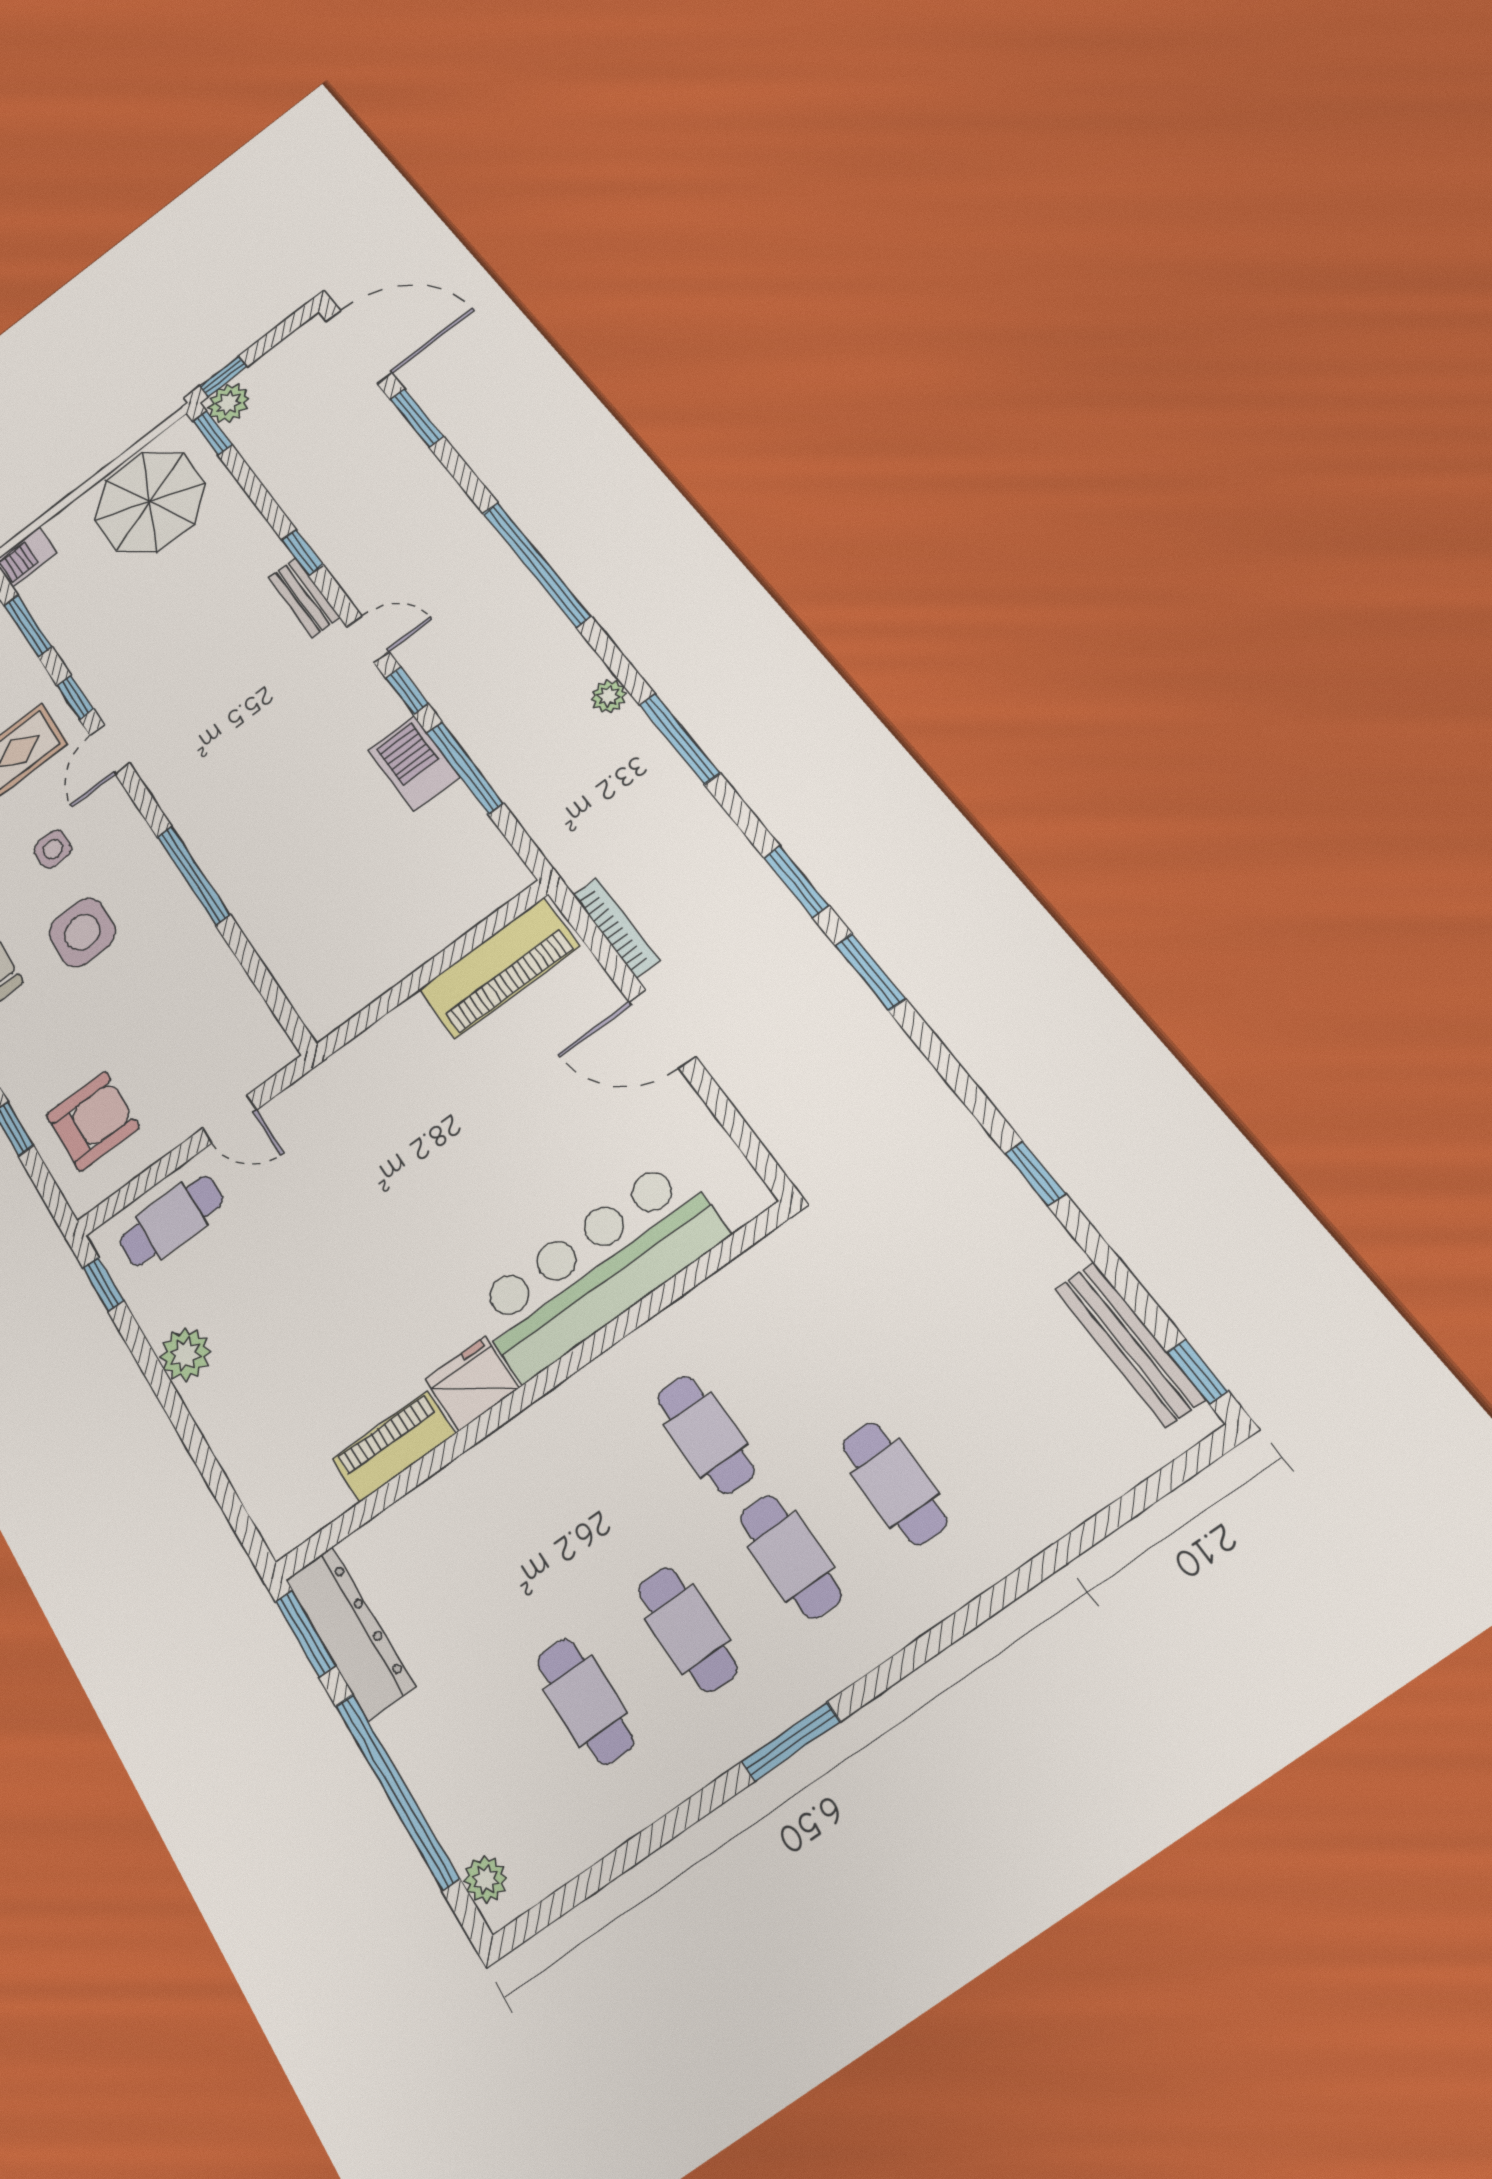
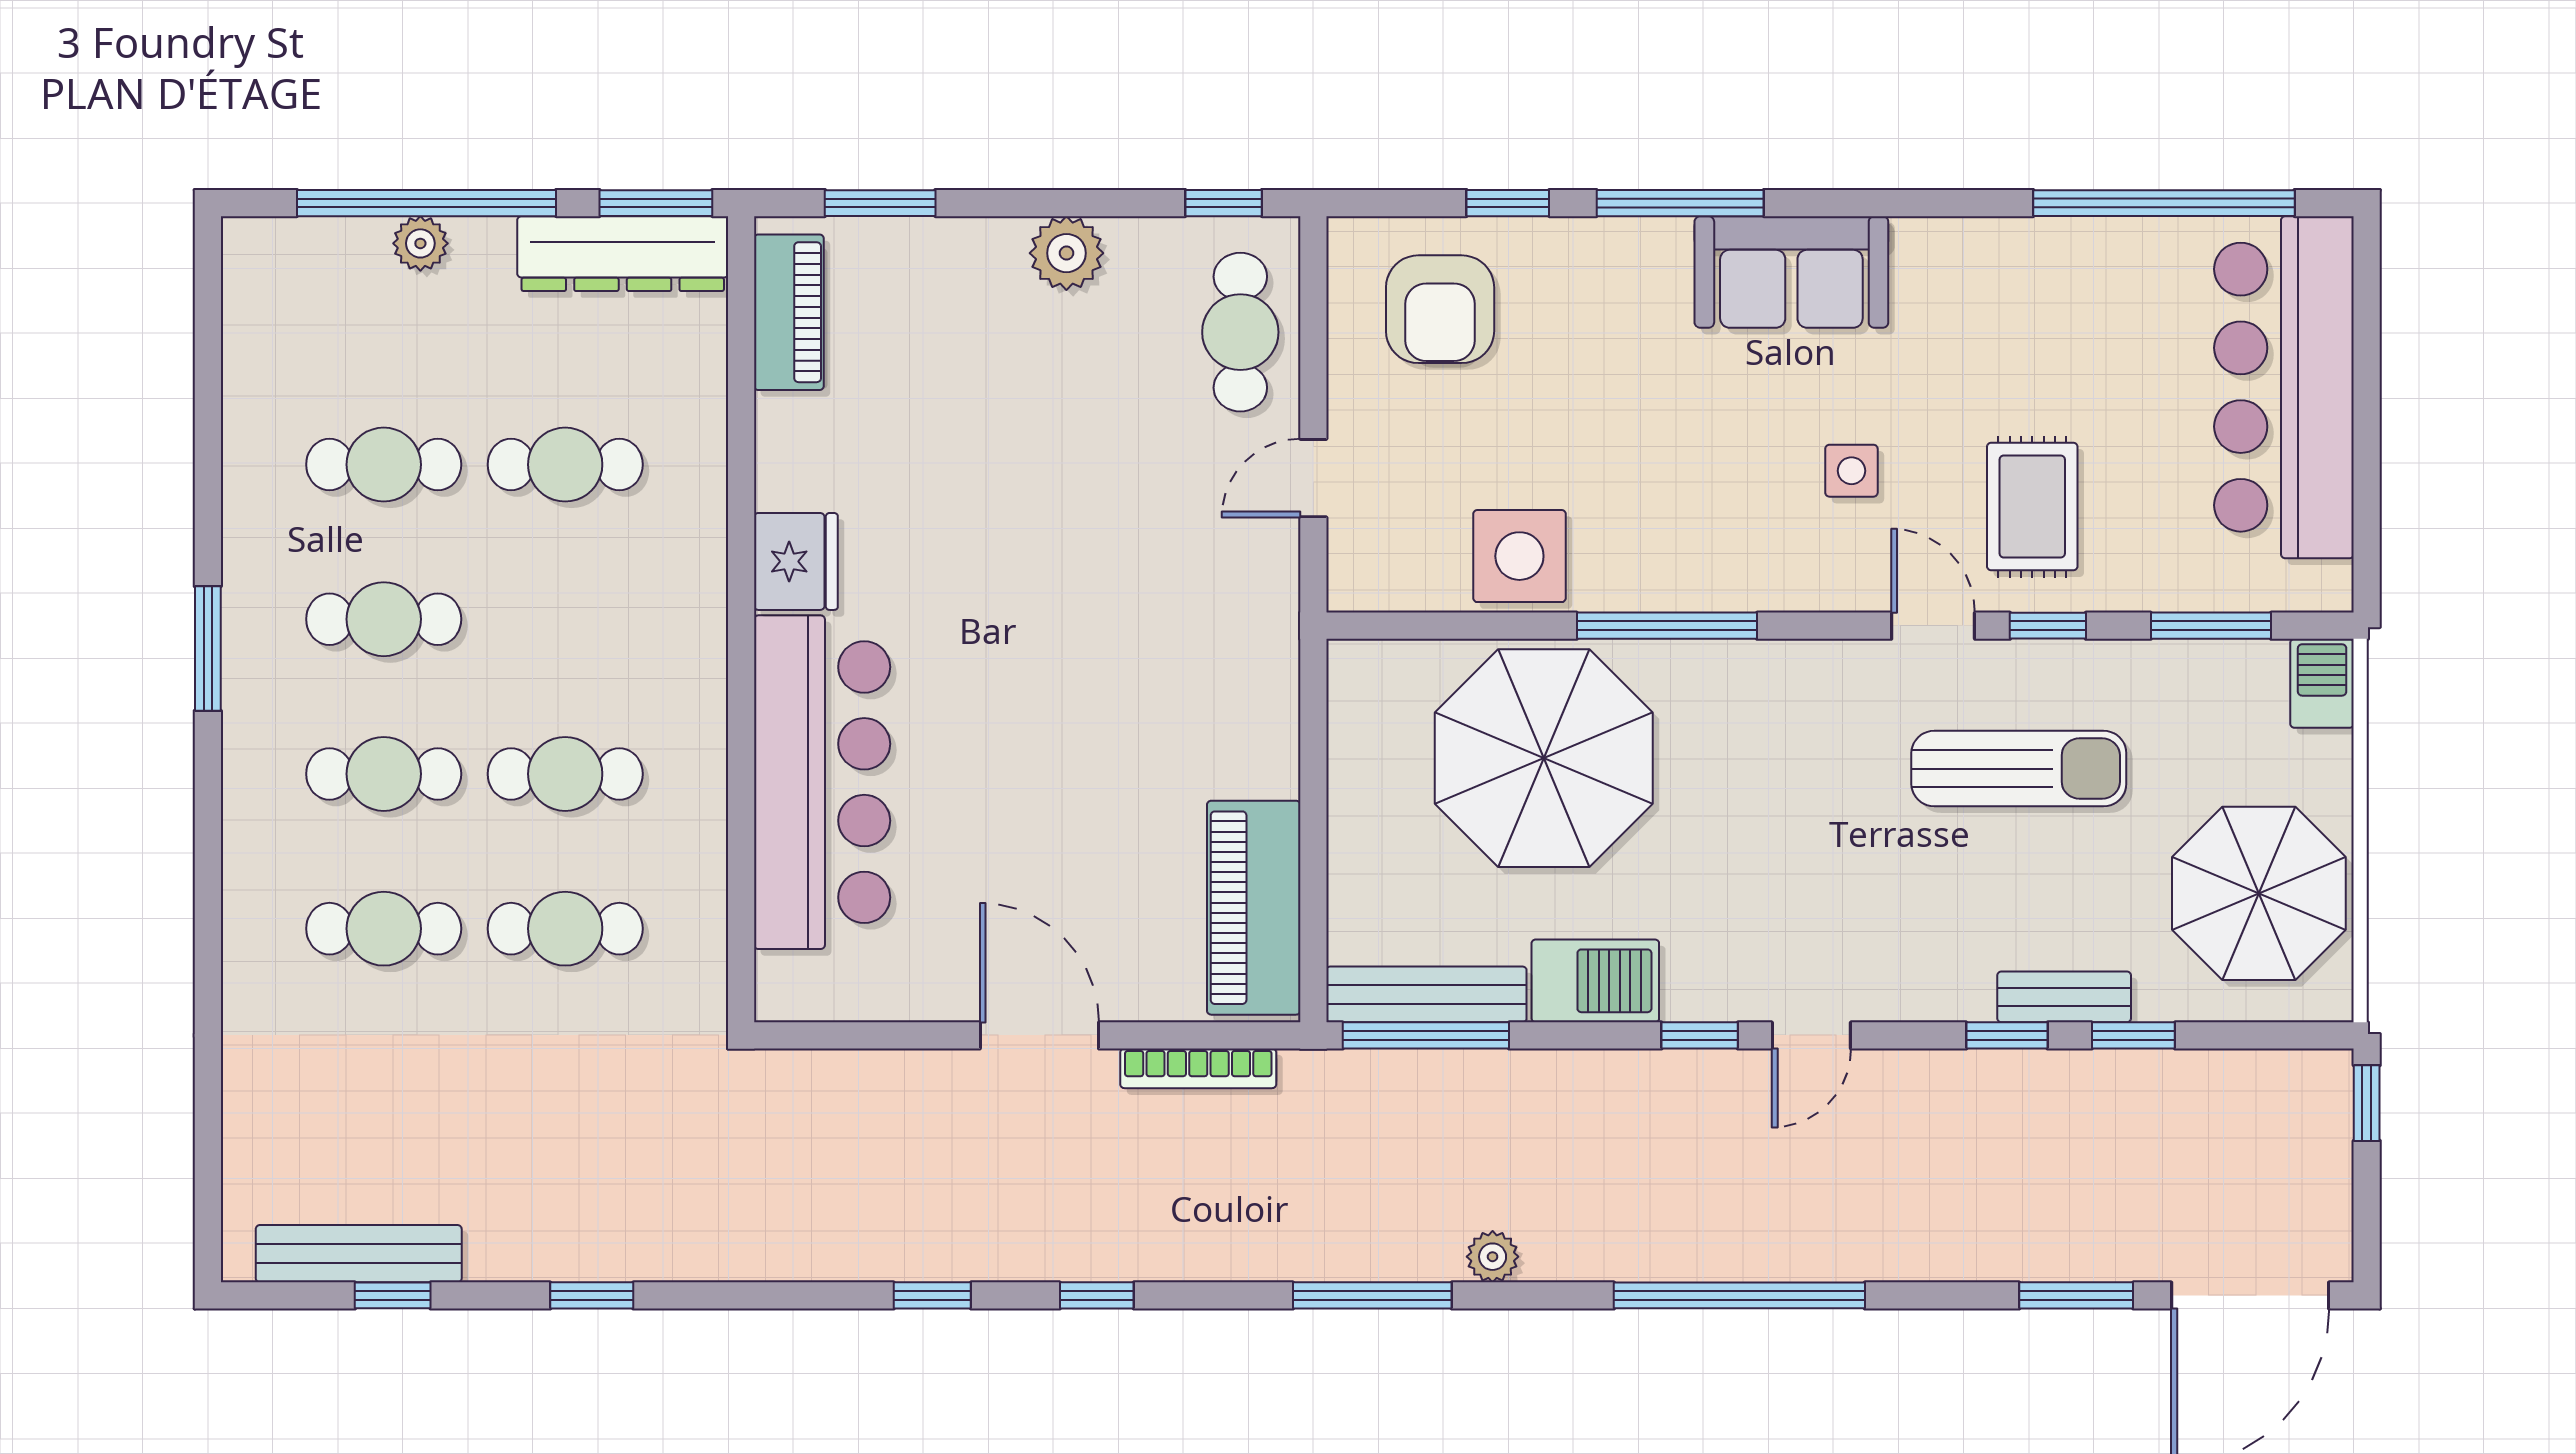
plant: (228, 403) -> (2318, 1084), removed
window: (212, 433) -> (2133, 1035), moved
bench: (304, 597) -> (2064, 997), moved
sun lounger: (158, 654) -> (2019, 769), added
window: (465, 768) -> (1426, 1035), moved
bench: (484, 841) -> (1426, 994), added
window: (796, 881) -> (1097, 1295), width x0.67
parasol: (308, 882) -> (1544, 758), added
side table: (82, 932) -> (1519, 556), moved
window: (870, 972) -> (932, 1295), width x0.67
door: (662, 1029) -> (1039, 1035), hinge flipped
cafe table: (806, 1363) -> (565, 929), added
window: (1197, 1371) -> (393, 1295), moved
piano: (394, 1447) -> (789, 312), moved
window: (222, 1489) -> (880, 203), added
cafe table: (506, 1576) -> (565, 465), added
plant: (485, 1879) -> (420, 243), moved

